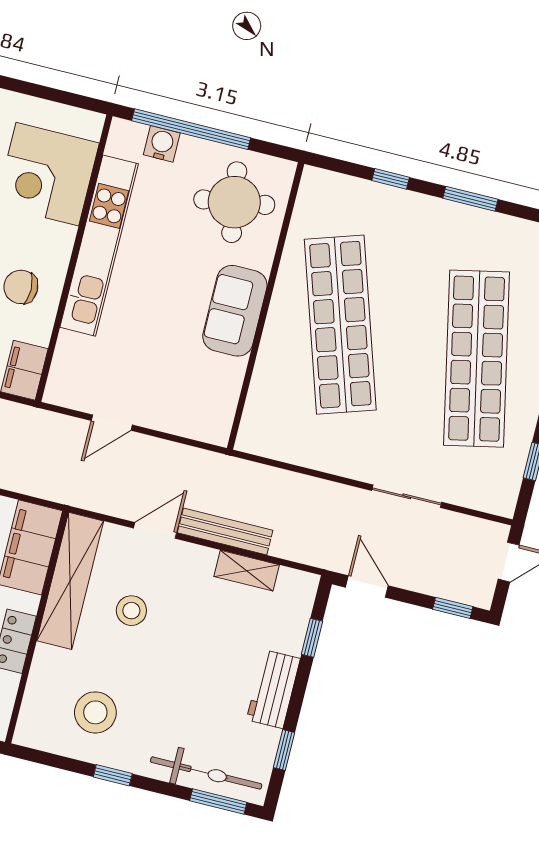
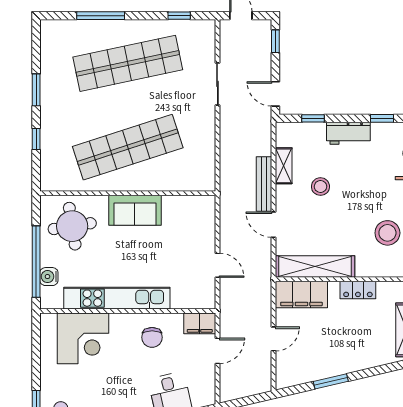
door: (367, 587) -> (275, 94), hinge flipped
stool: (131, 611) -> (320, 187), moved

